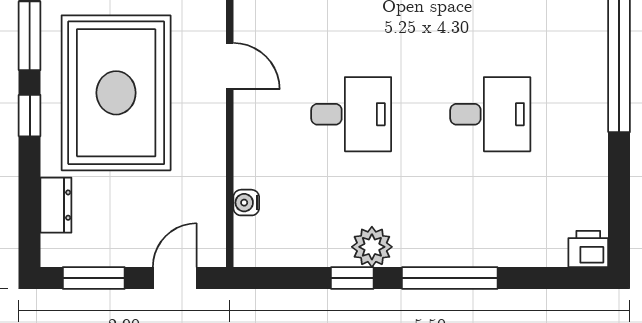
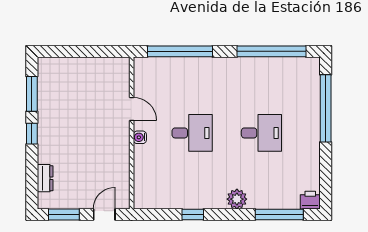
rug: (116, 93) -> (75, 122), removed
water cooler: (246, 203) -> (140, 137), moved
plant: (372, 247) -> (237, 199), moved
window: (450, 278) -> (279, 215), moved

